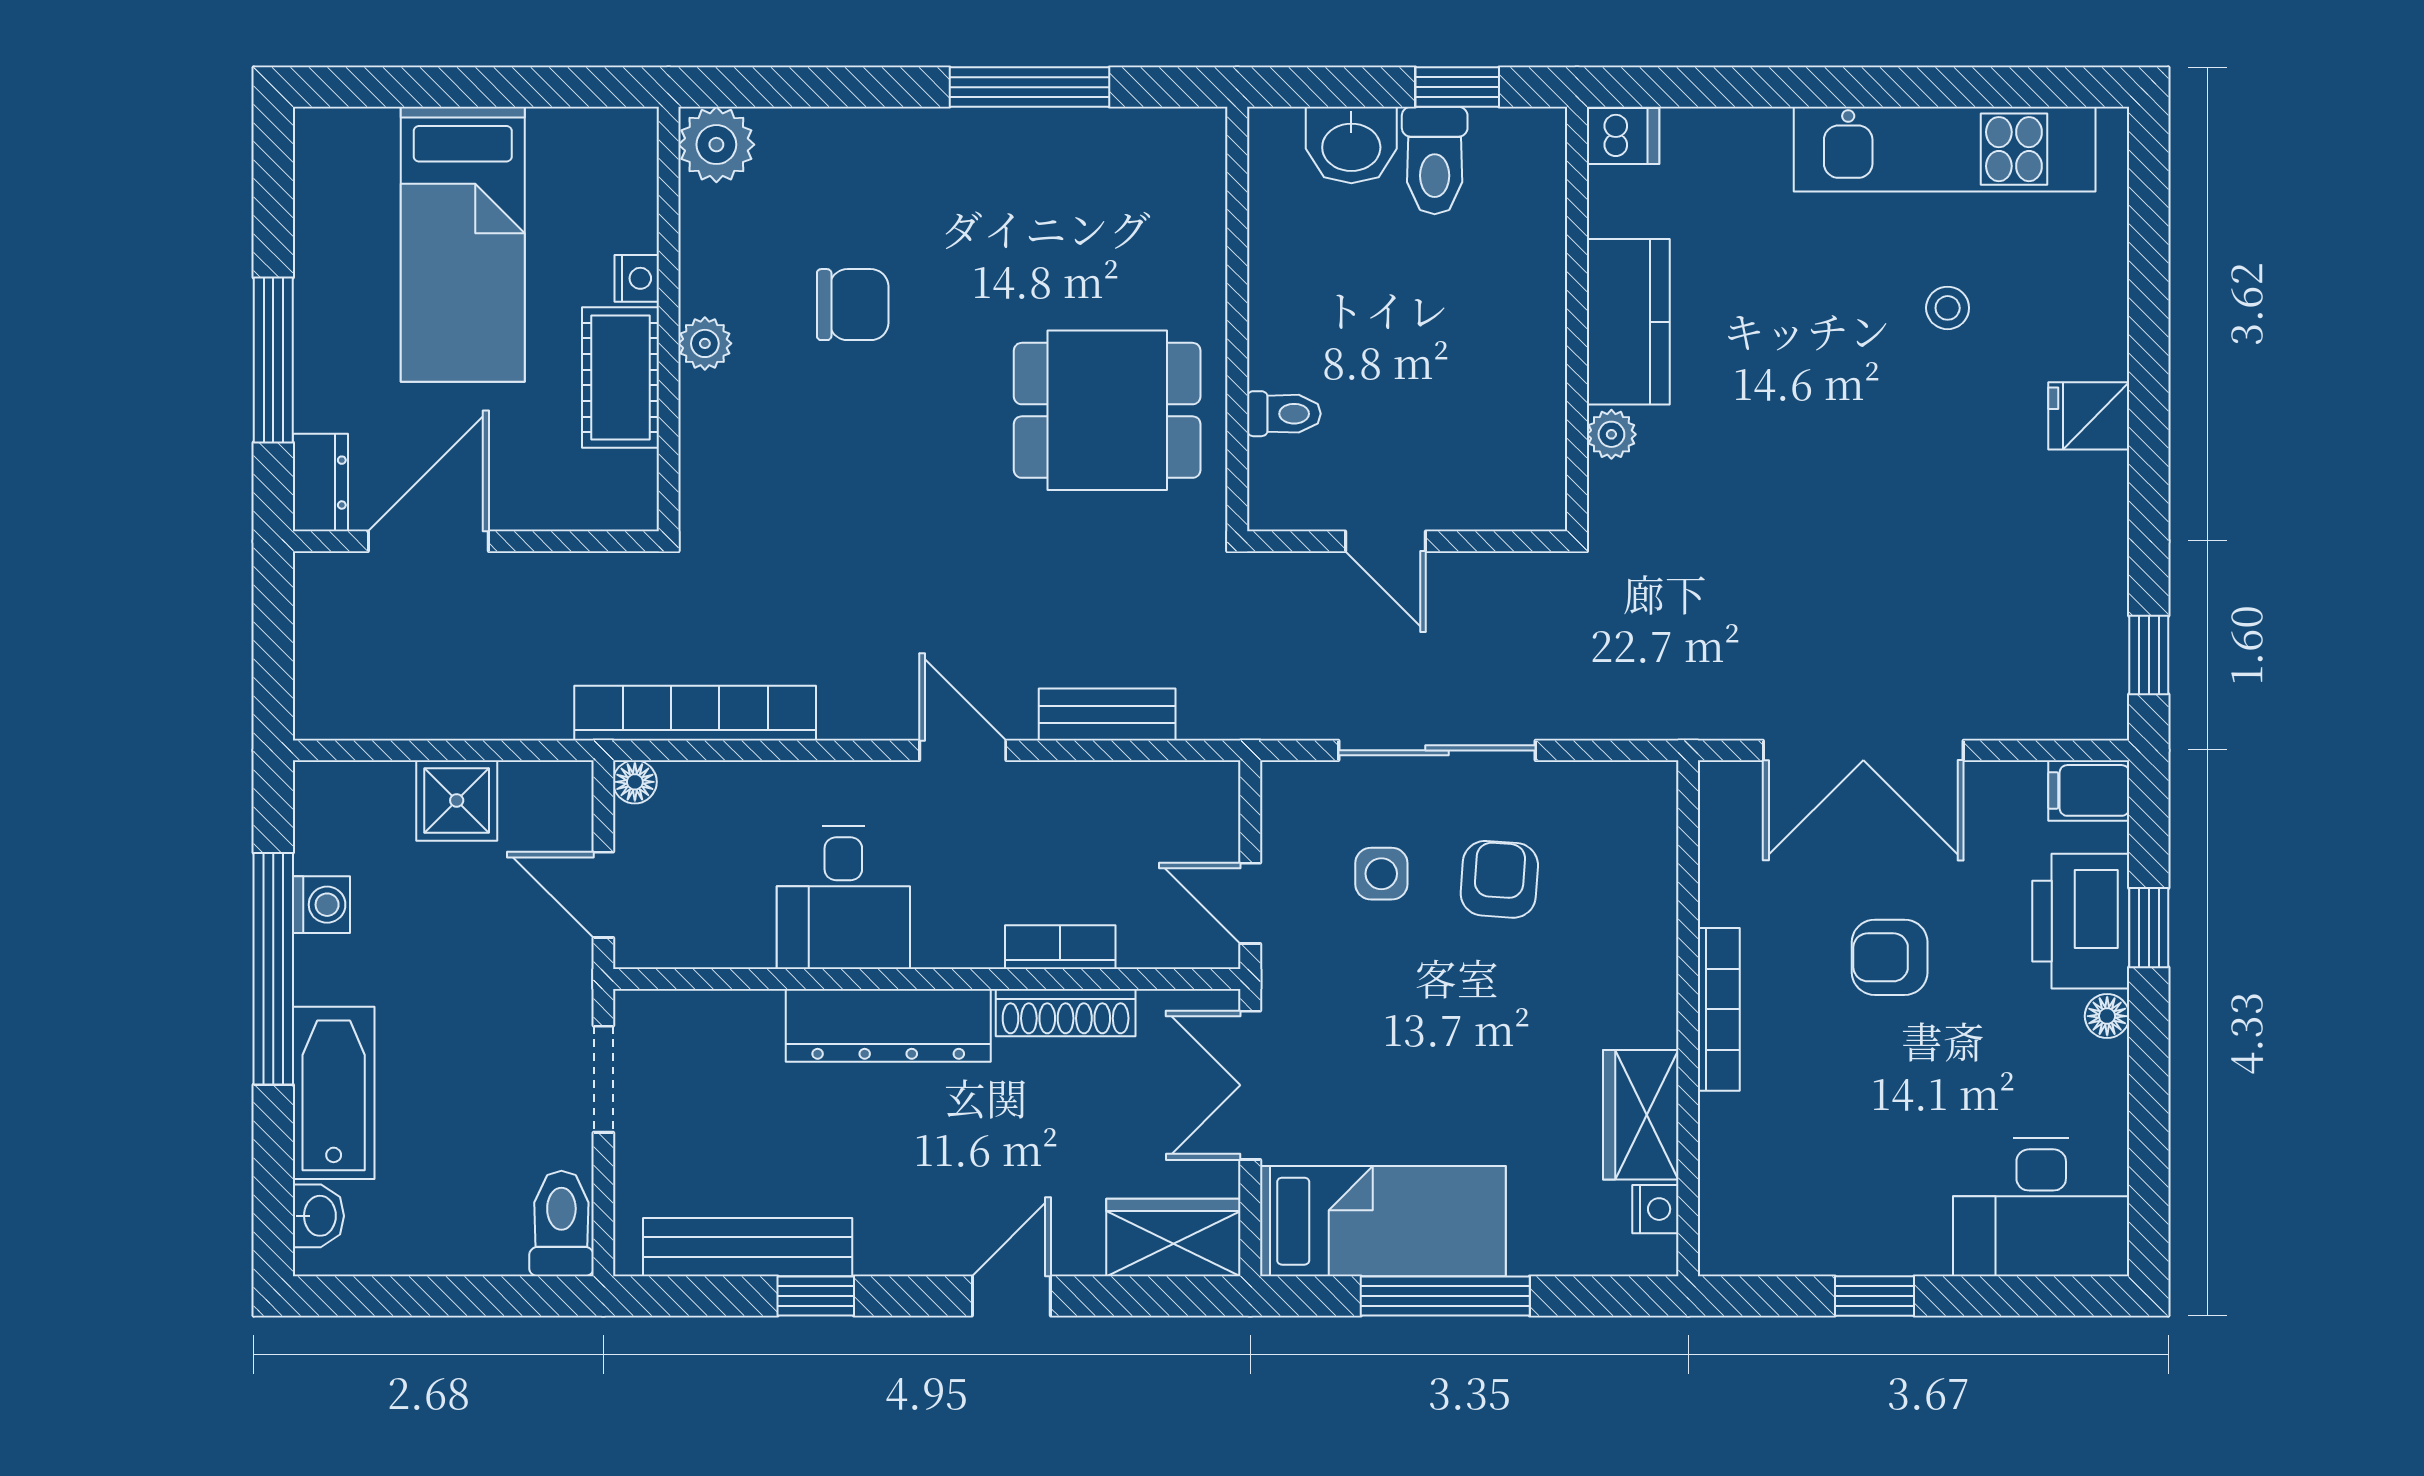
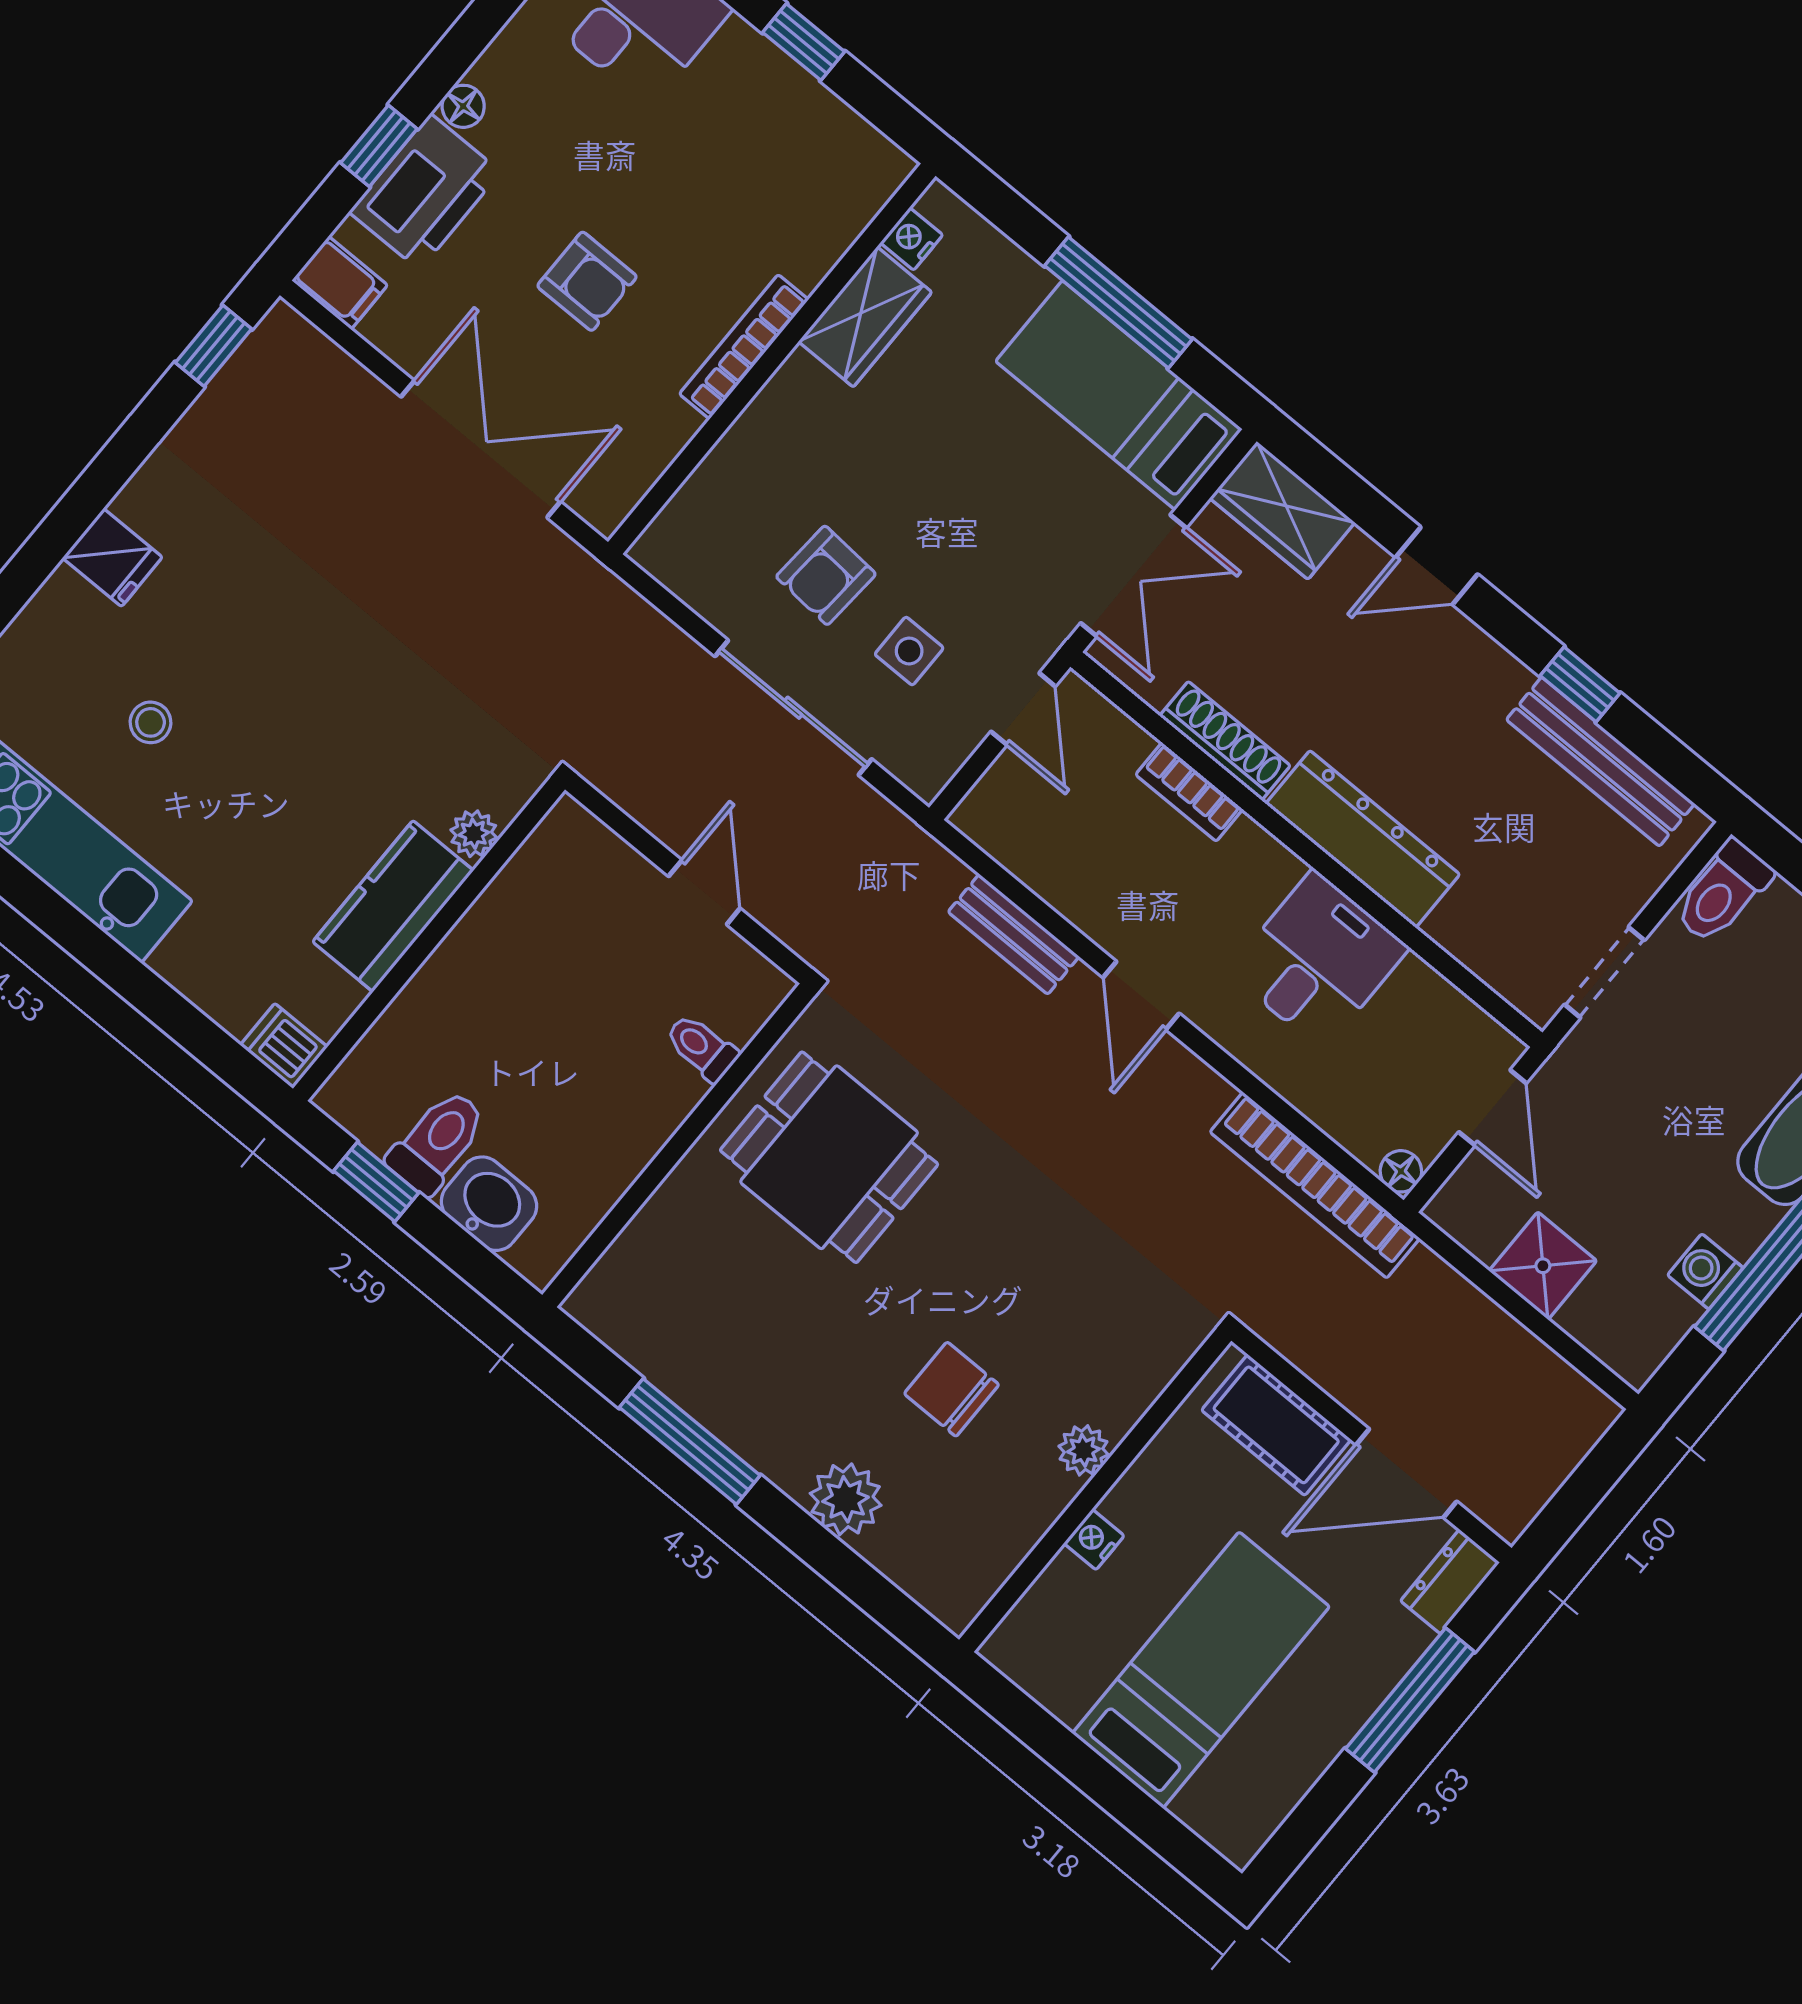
plant: (716, 145) -> (846, 1499), moved
cot: (621, 377) -> (1276, 1425), moved, turned 90

